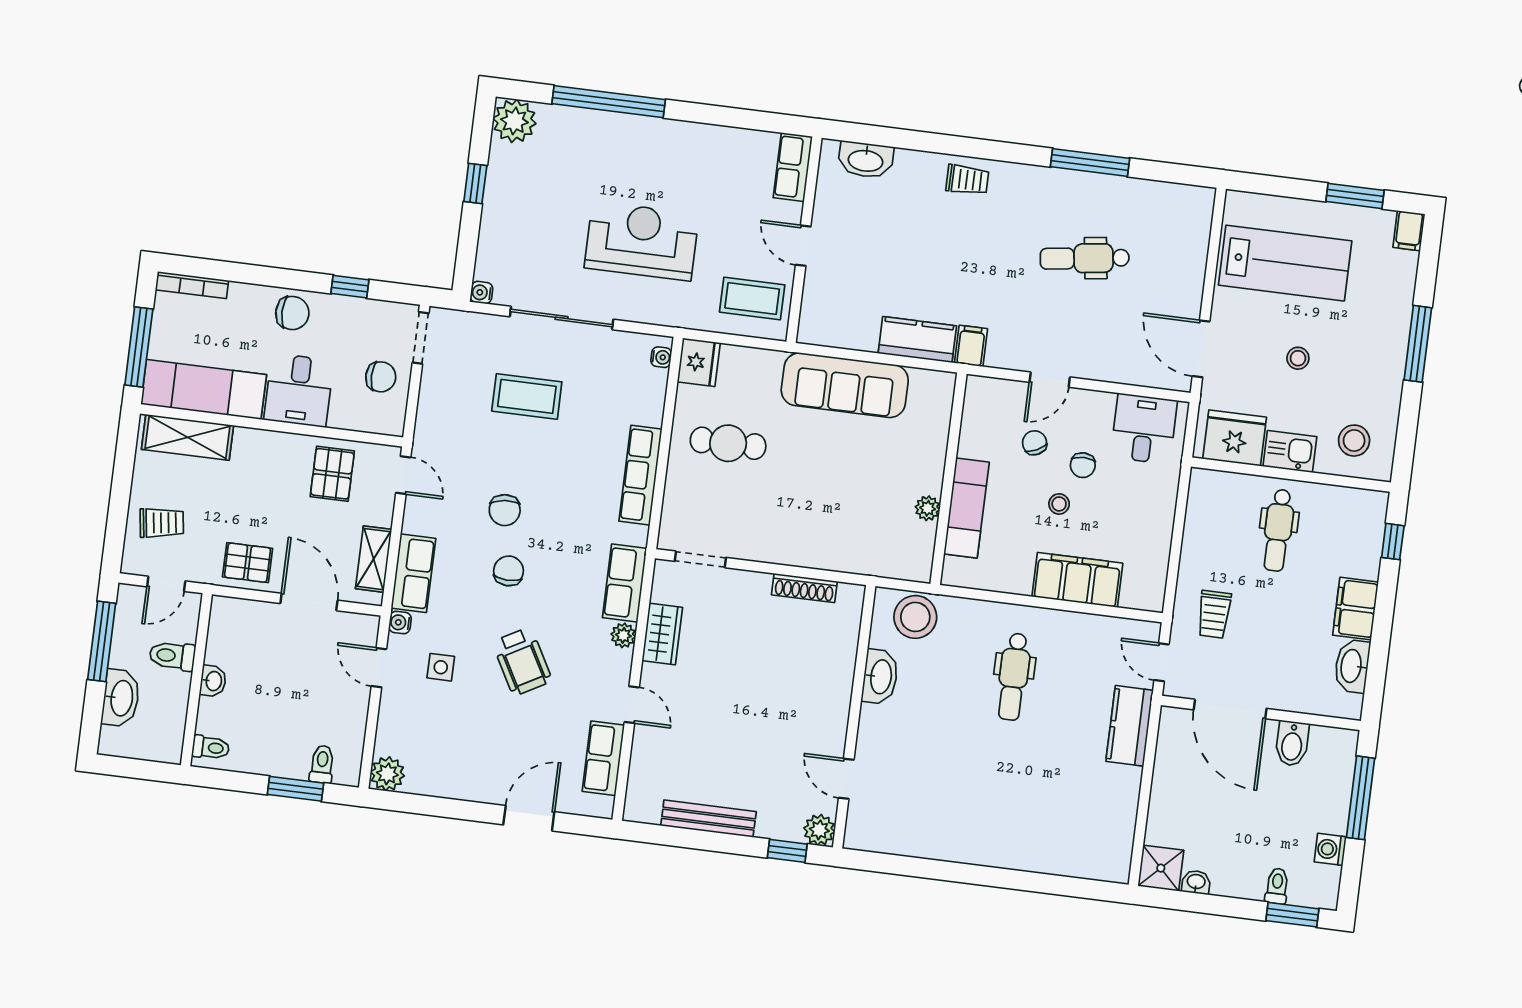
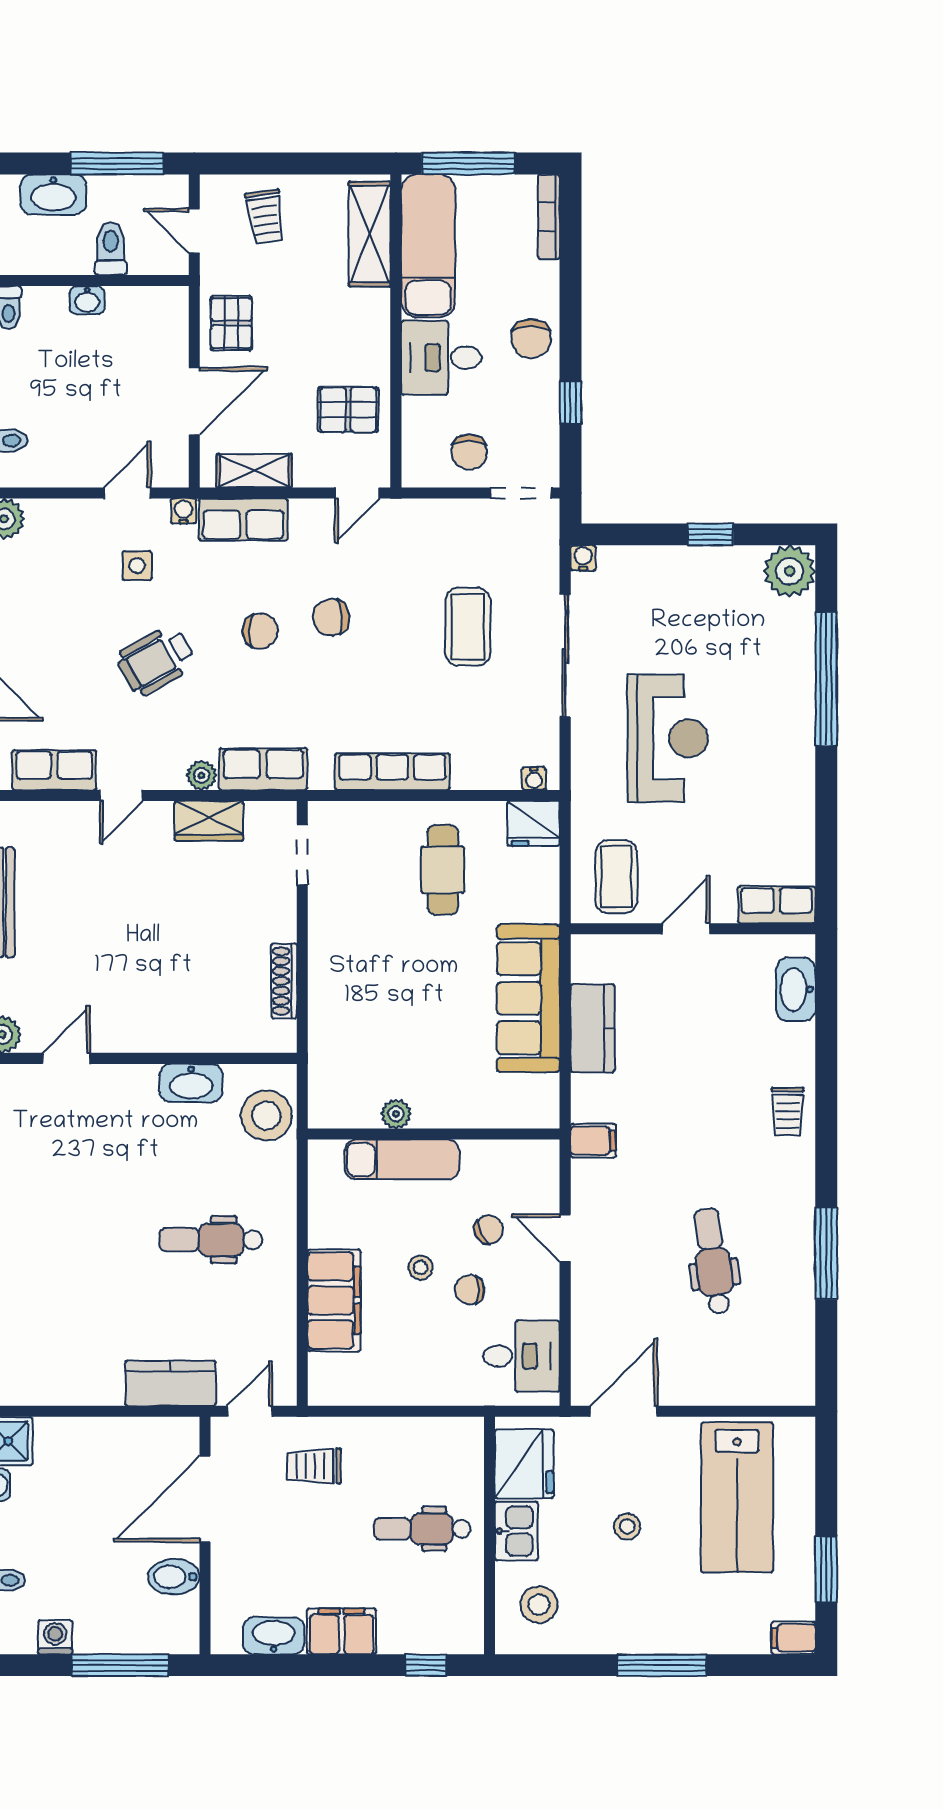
kitchen counter: (917, 340) -> (593, 1028), moved

